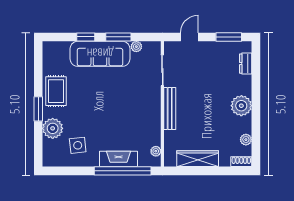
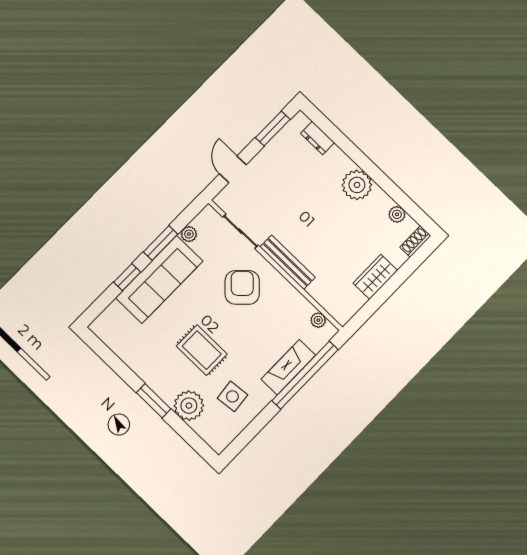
rug: (56, 91) -> (202, 350), moved
armchair: (136, 98) -> (242, 287), added
wardrobe: (198, 159) -> (375, 277), width x0.67

